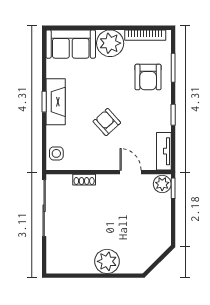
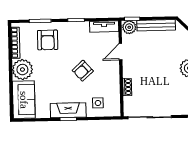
armchair: (148, 77) -> (48, 40), turned 90
side table: (56, 153) -> (98, 103), moved
bench: (164, 219) -> (156, 25), added

